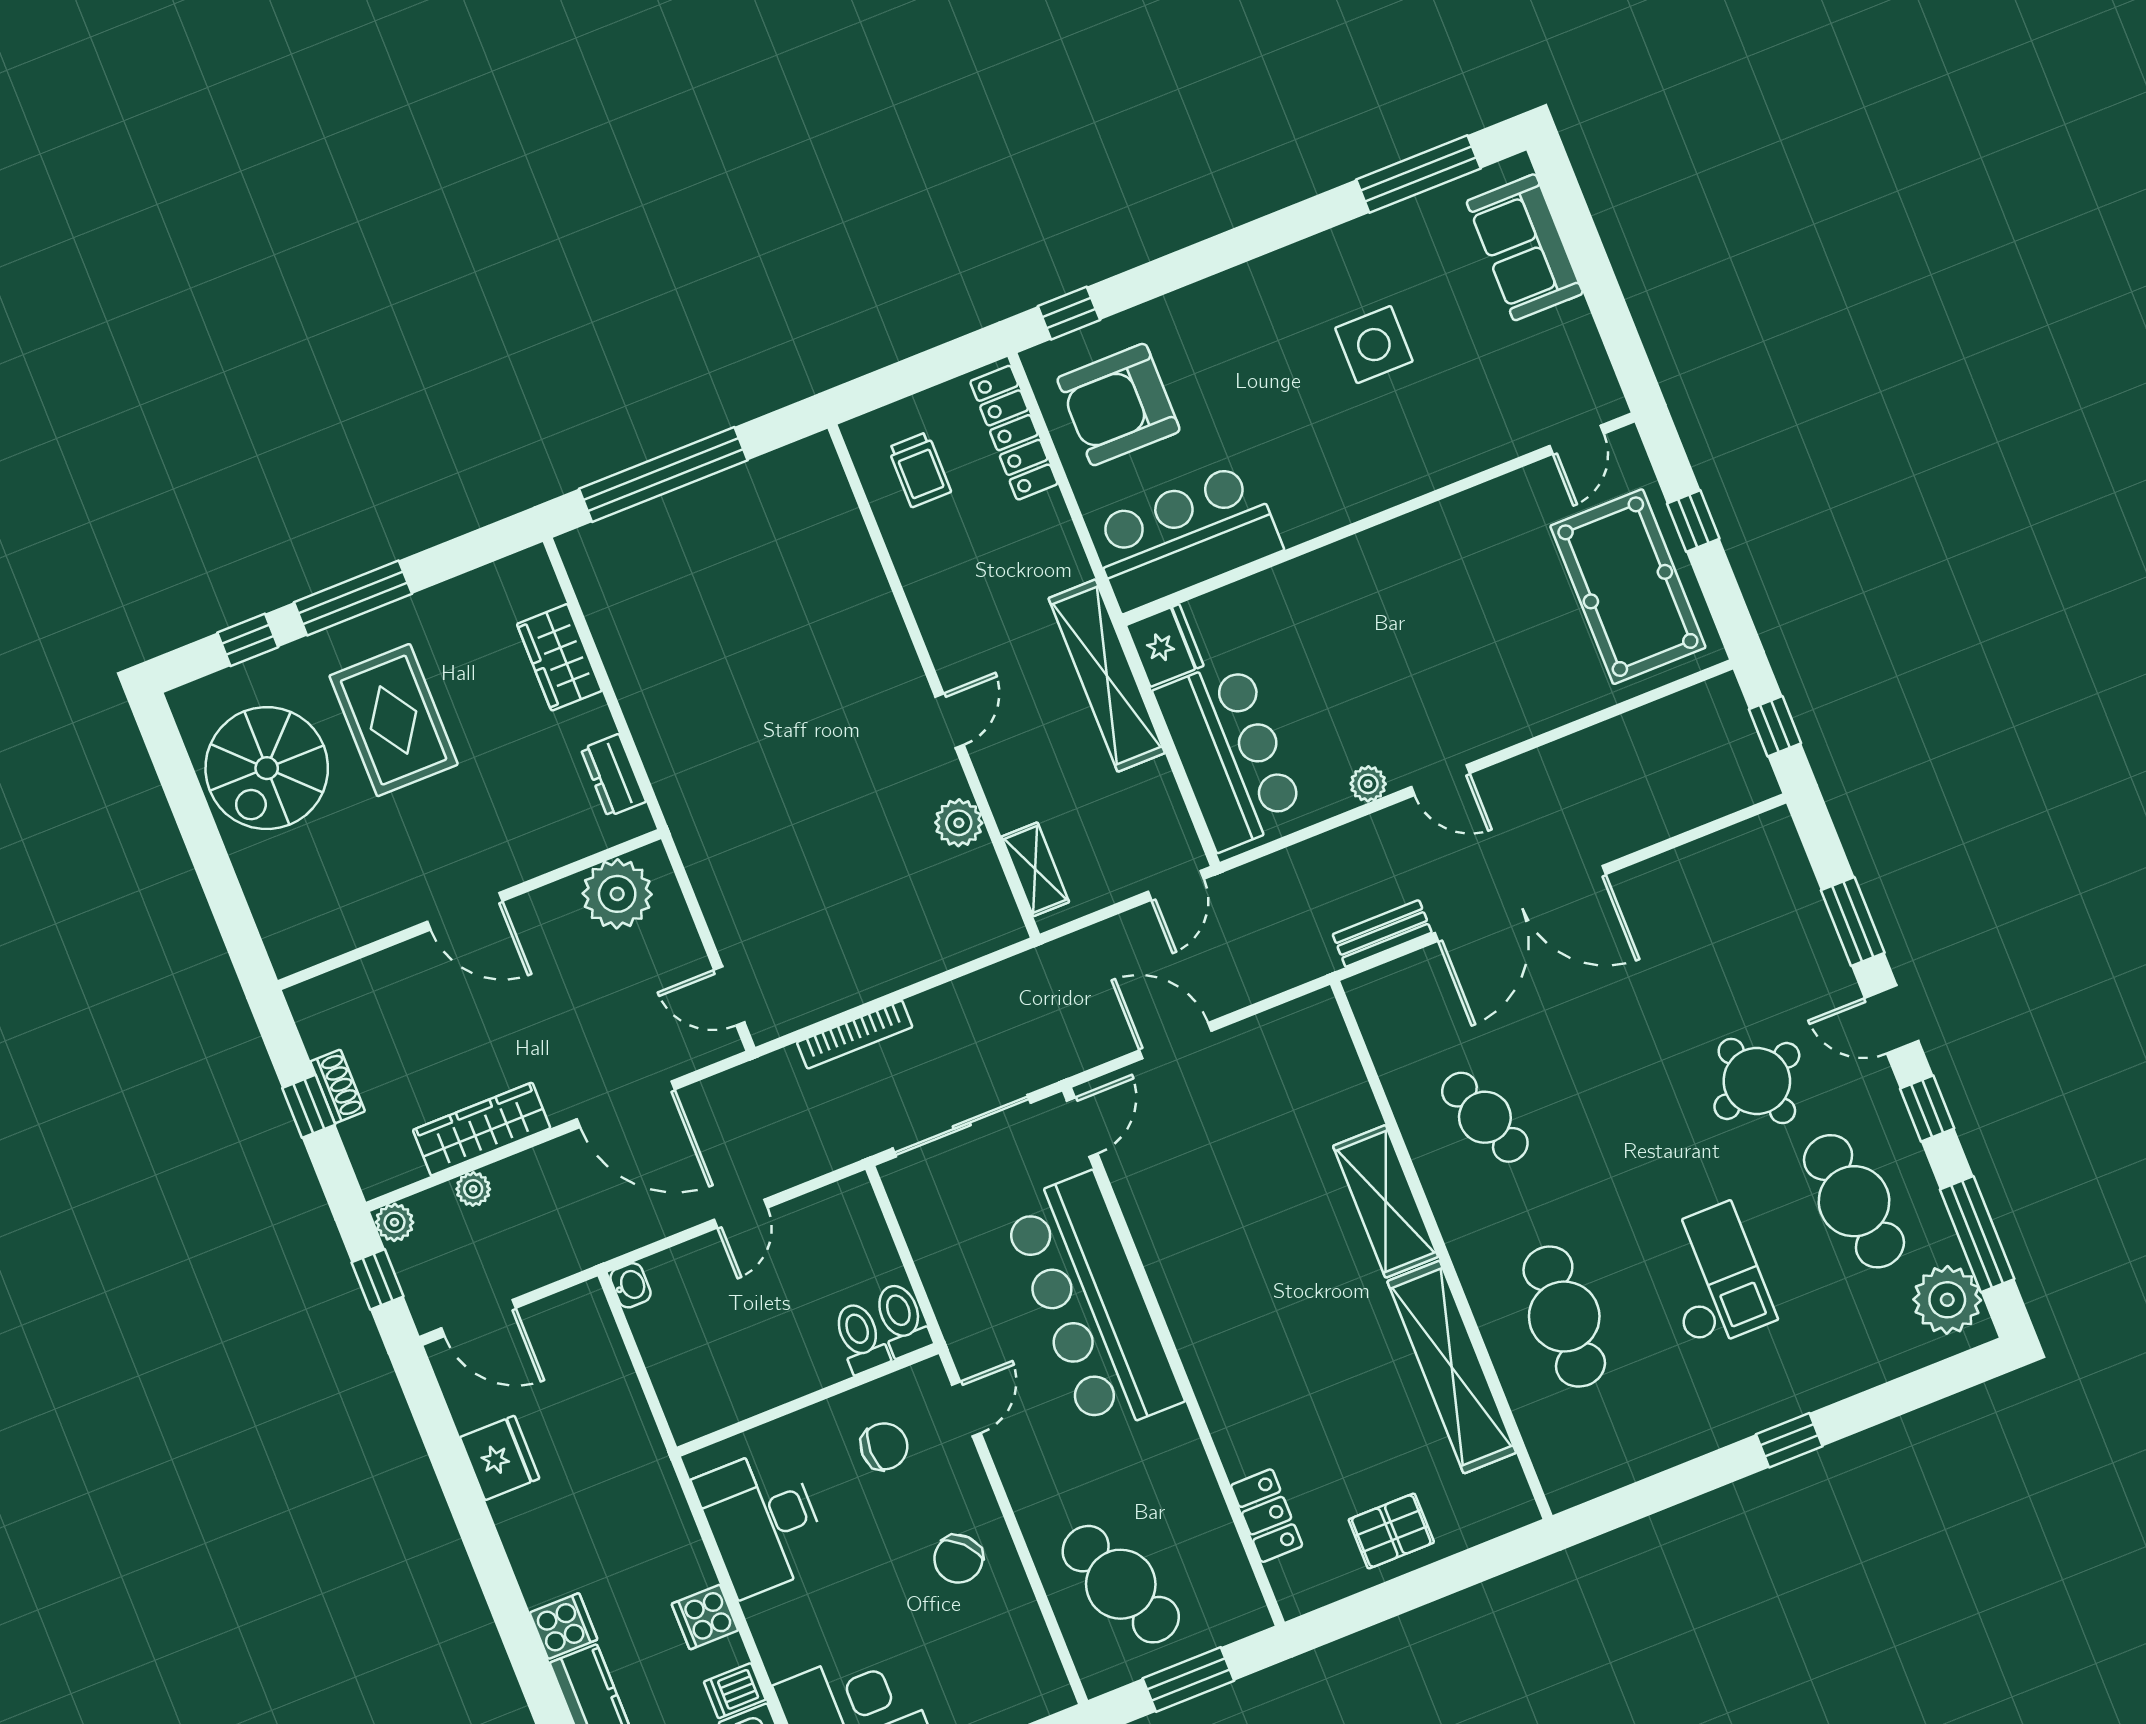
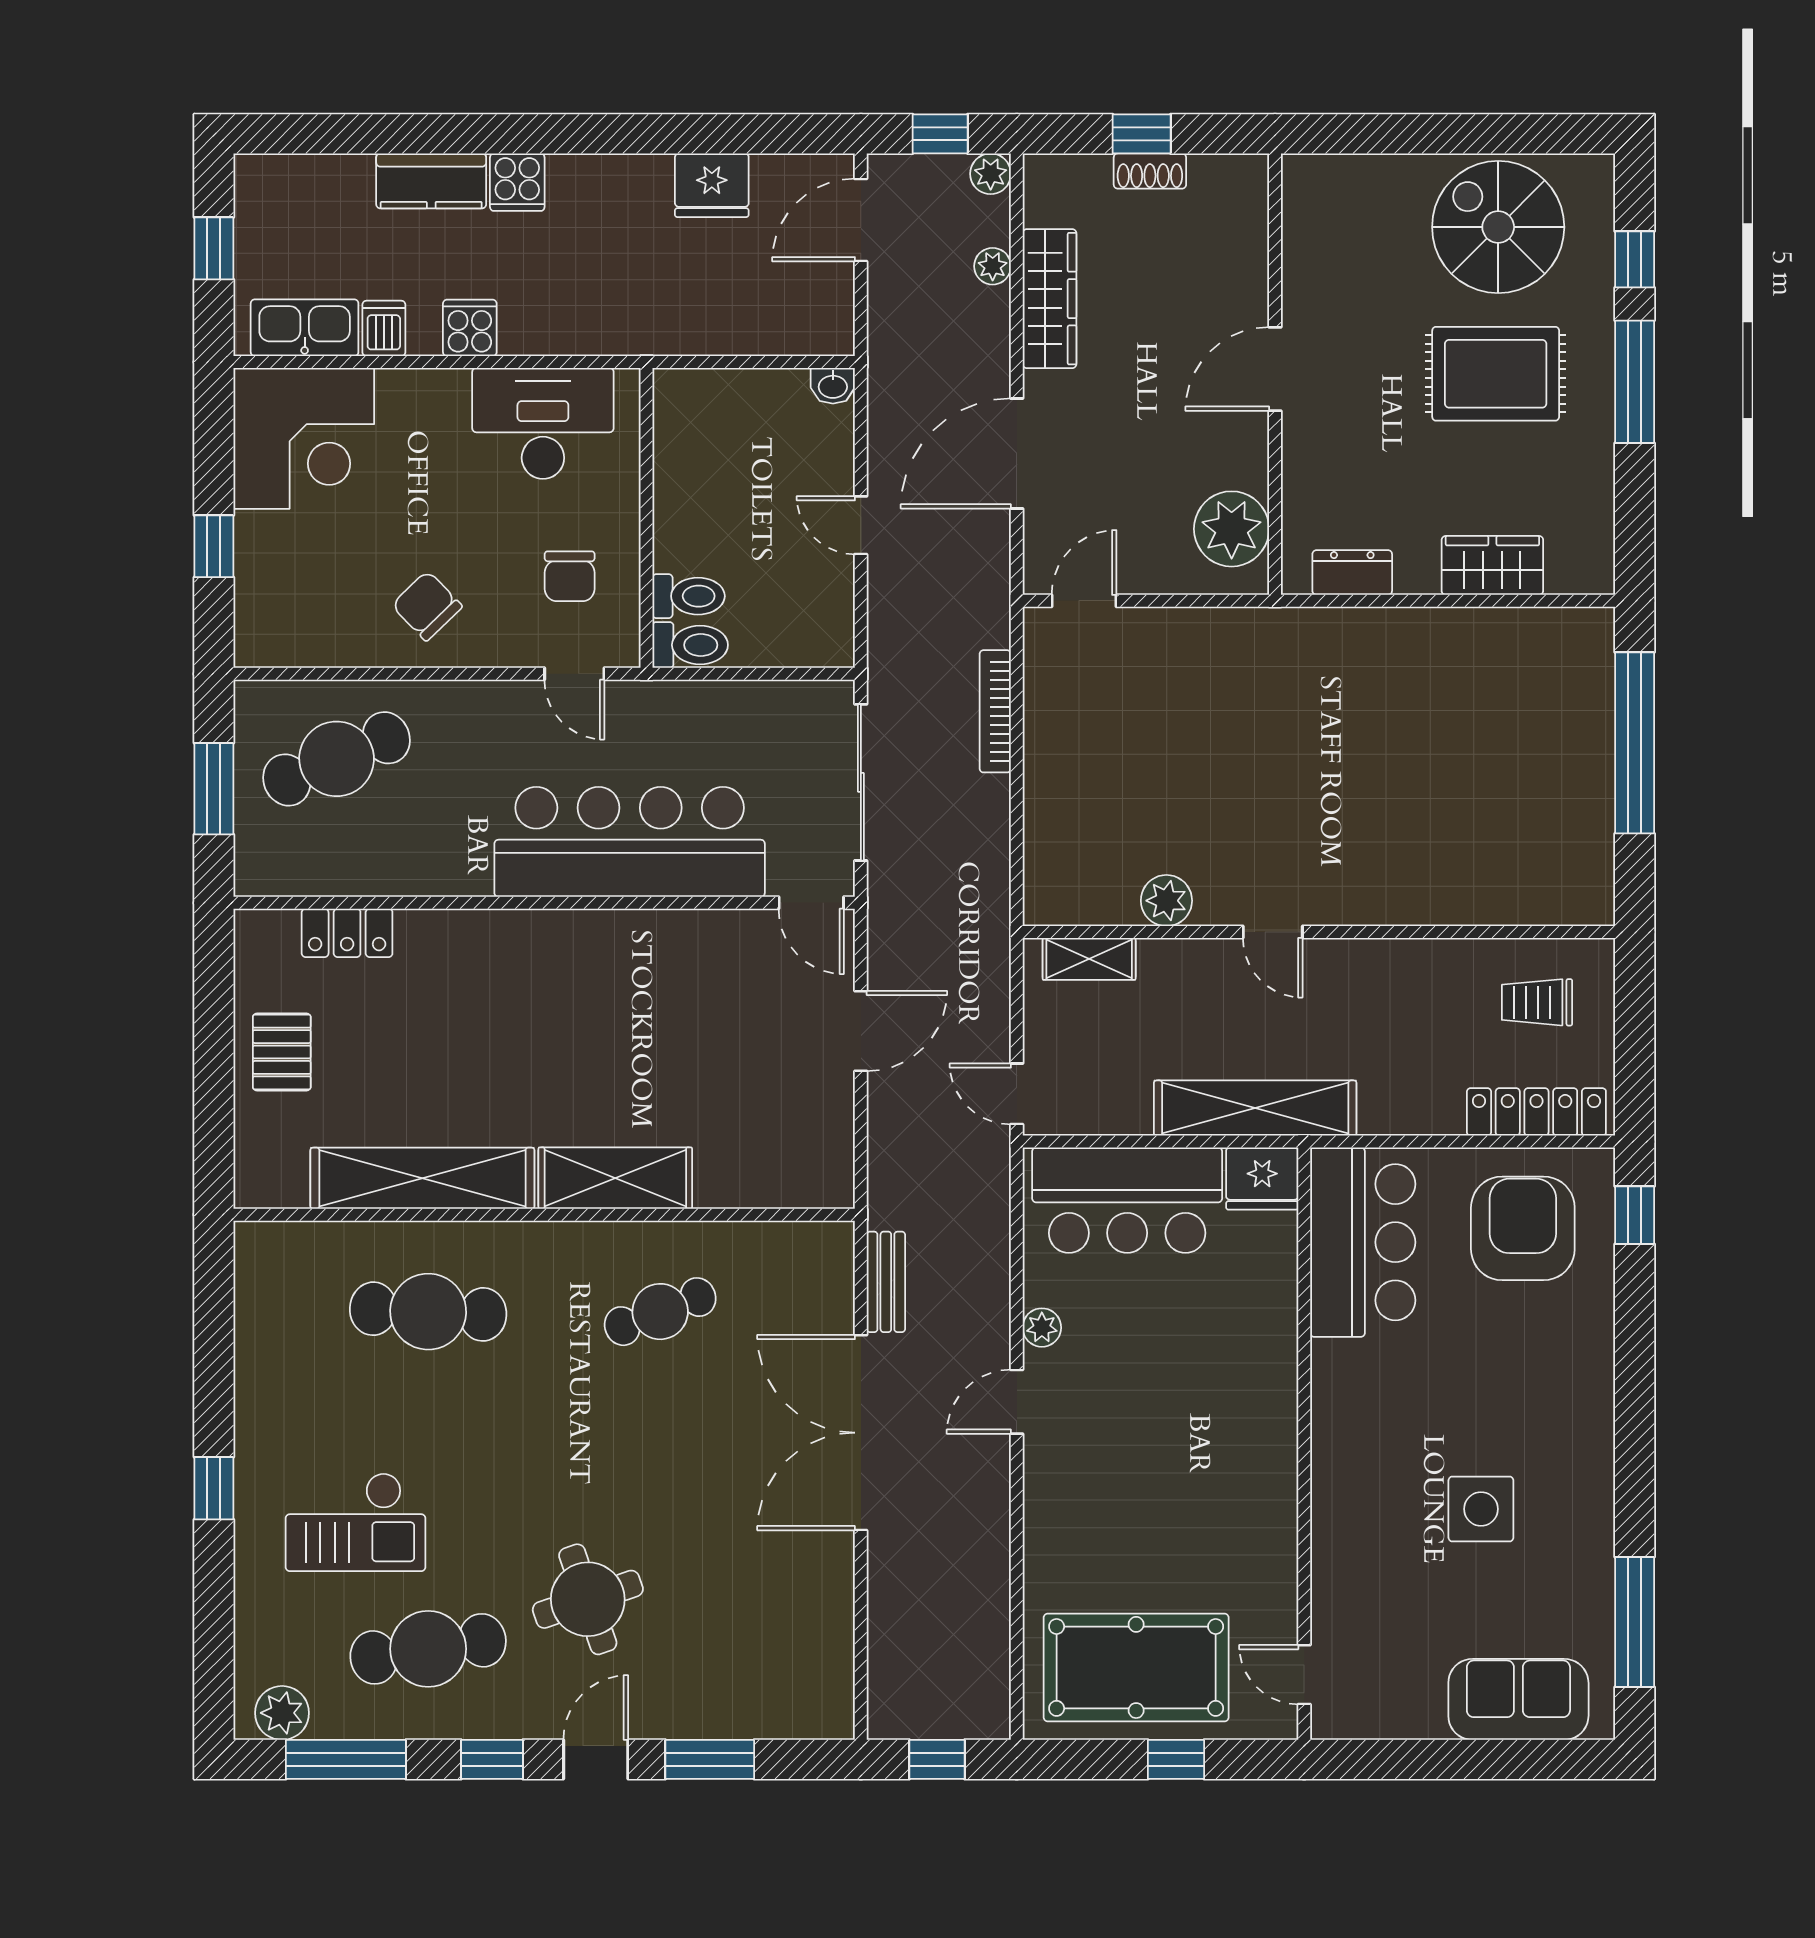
checkout: (1712, 1276) -> (356, 1522), moved
plant: (1947, 1300) -> (282, 1713), width x0.73, depth x0.73

